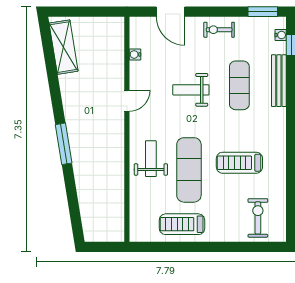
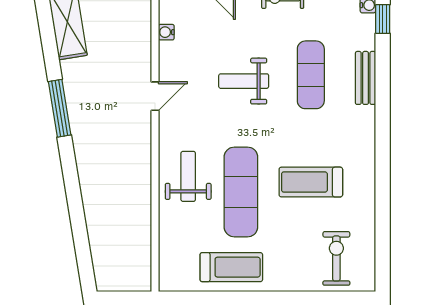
bench: (279, 81) -> (366, 78), width x0.73
window: (64, 144) -> (60, 108), moved
treadmill: (182, 224) -> (231, 267), turned 180

